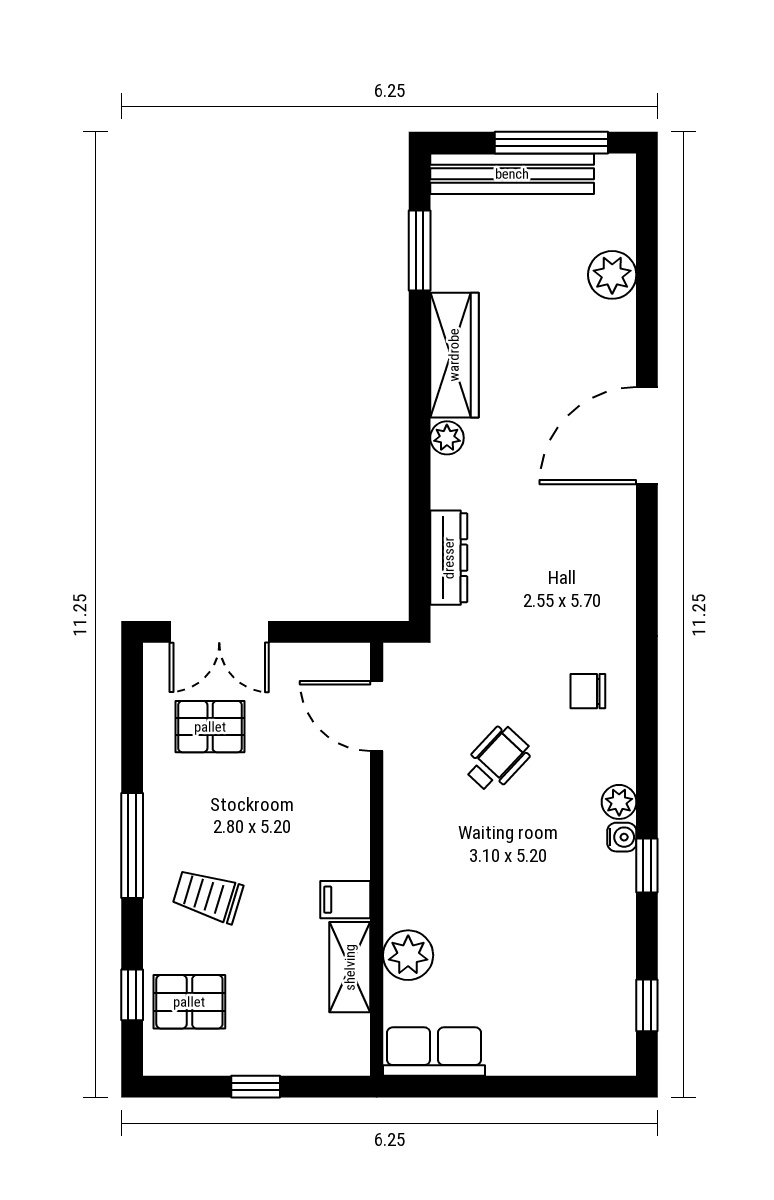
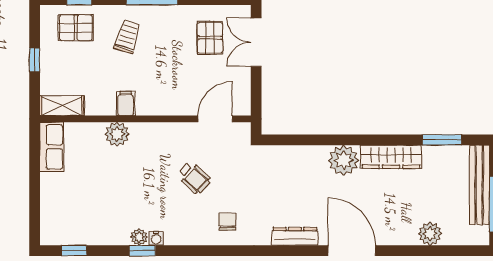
plant: (447, 438) -> (344, 160), width x1.88, depth x1.88
dresser: (449, 558) -> (295, 236), moved, turned 180
plant: (619, 802) -> (139, 237), moved
plant: (408, 955) -> (117, 134), moved
shelving: (350, 967) -> (62, 106), moved
pallet: (189, 1002) -> (76, 28), turned 90

